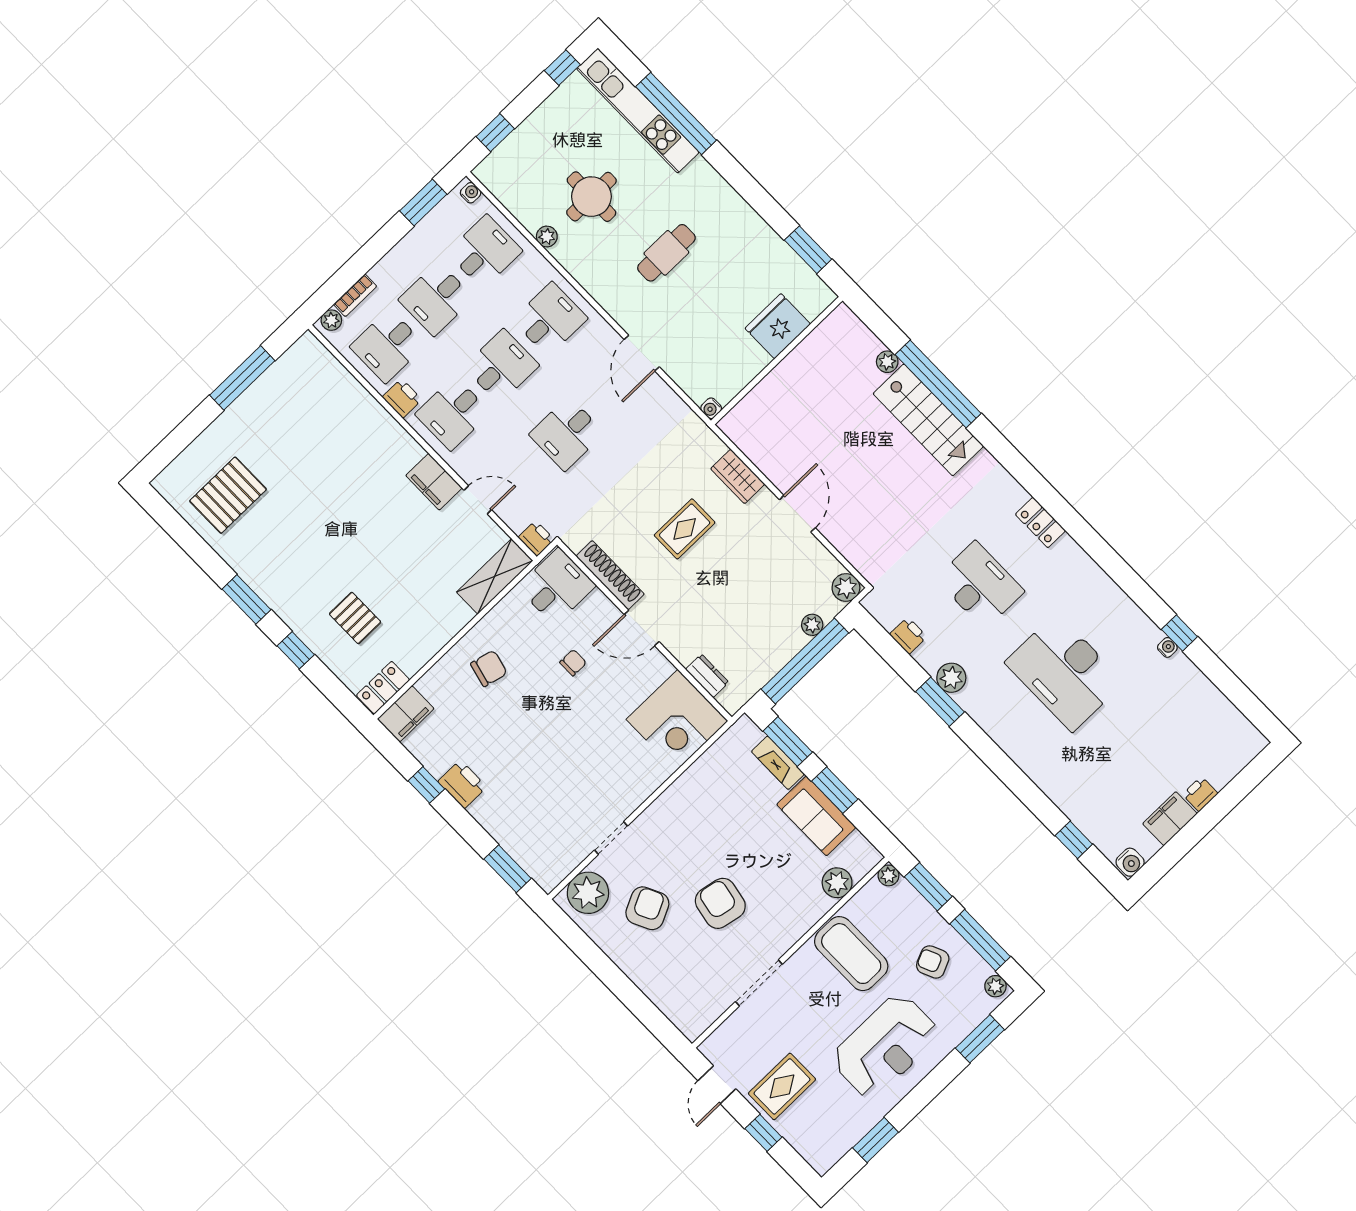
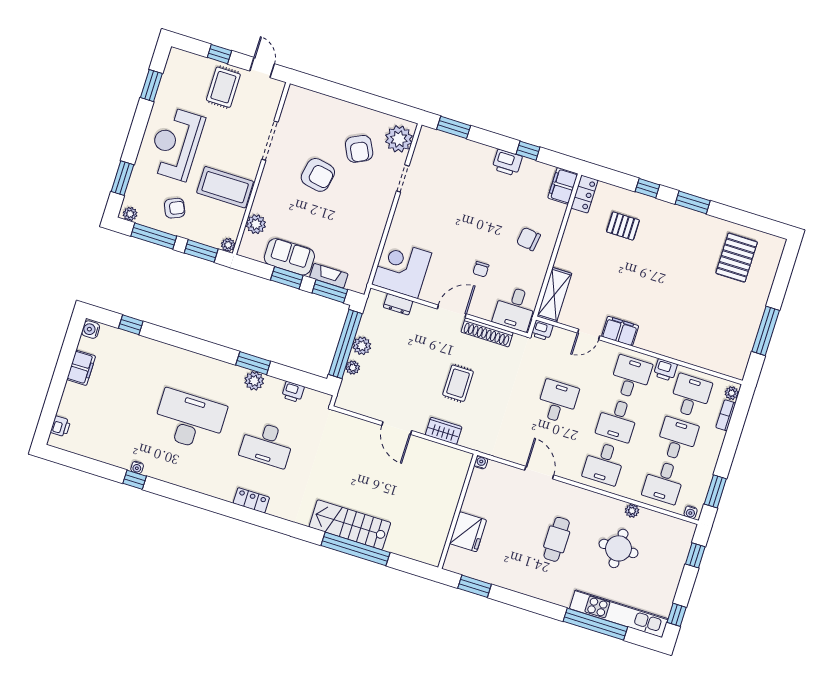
plant: (887, 362) -> (392, 546), removed
plant: (846, 587) -> (362, 346), moved
chair: (489, 668) -> (528, 239), turned 84
printer: (1200, 794) -> (60, 426), moved

